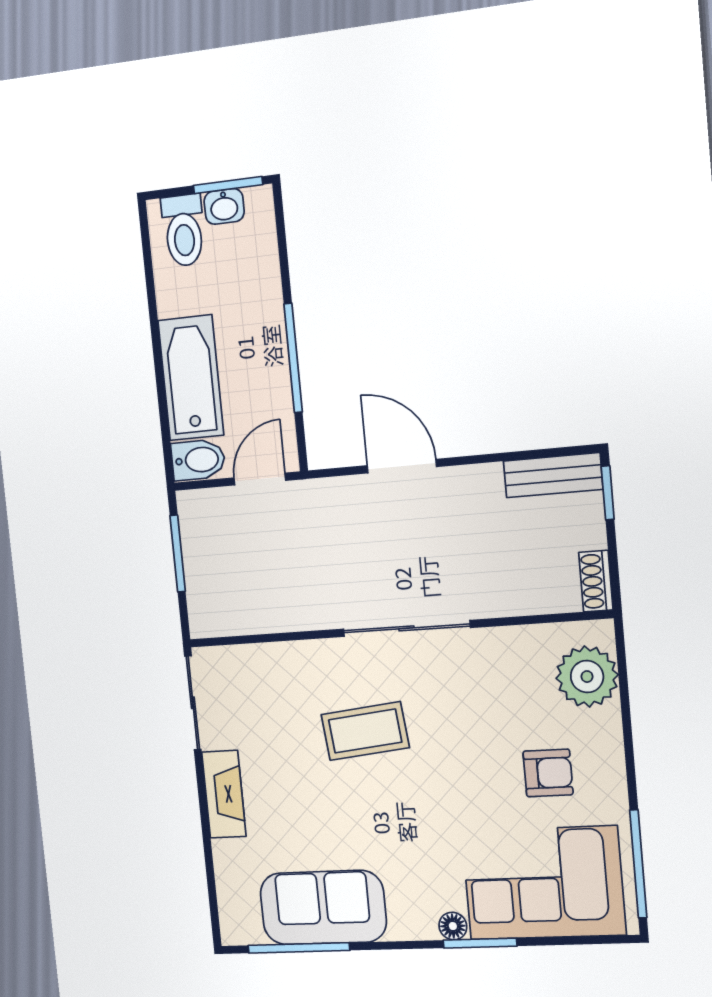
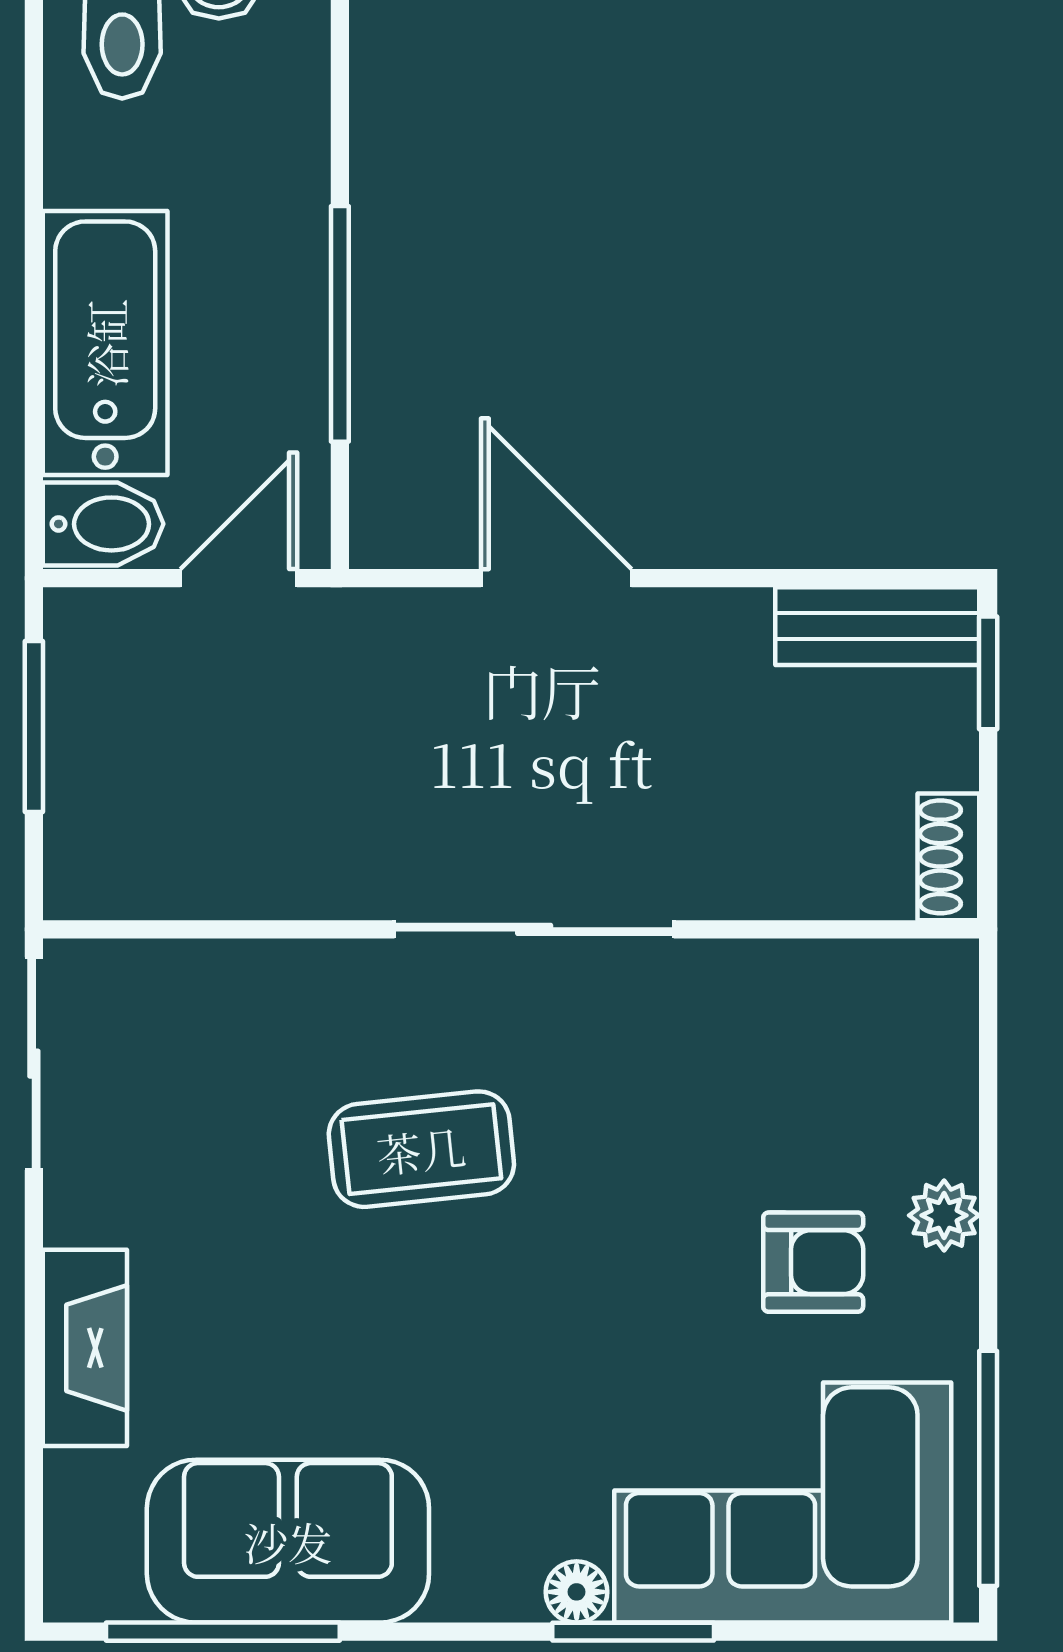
plant: (587, 677) -> (944, 1215), moved, width x0.53, depth x0.53
fireplace: (224, 794) -> (85, 1348), moved

